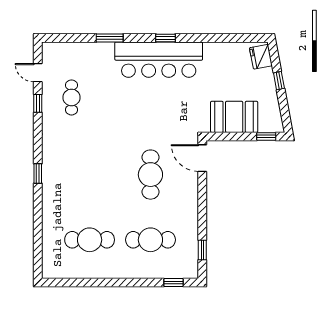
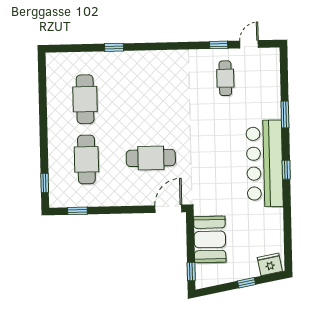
cafe table: (72, 97) -> (225, 78), turned 90
window: (38, 174) -> (114, 47), moved

